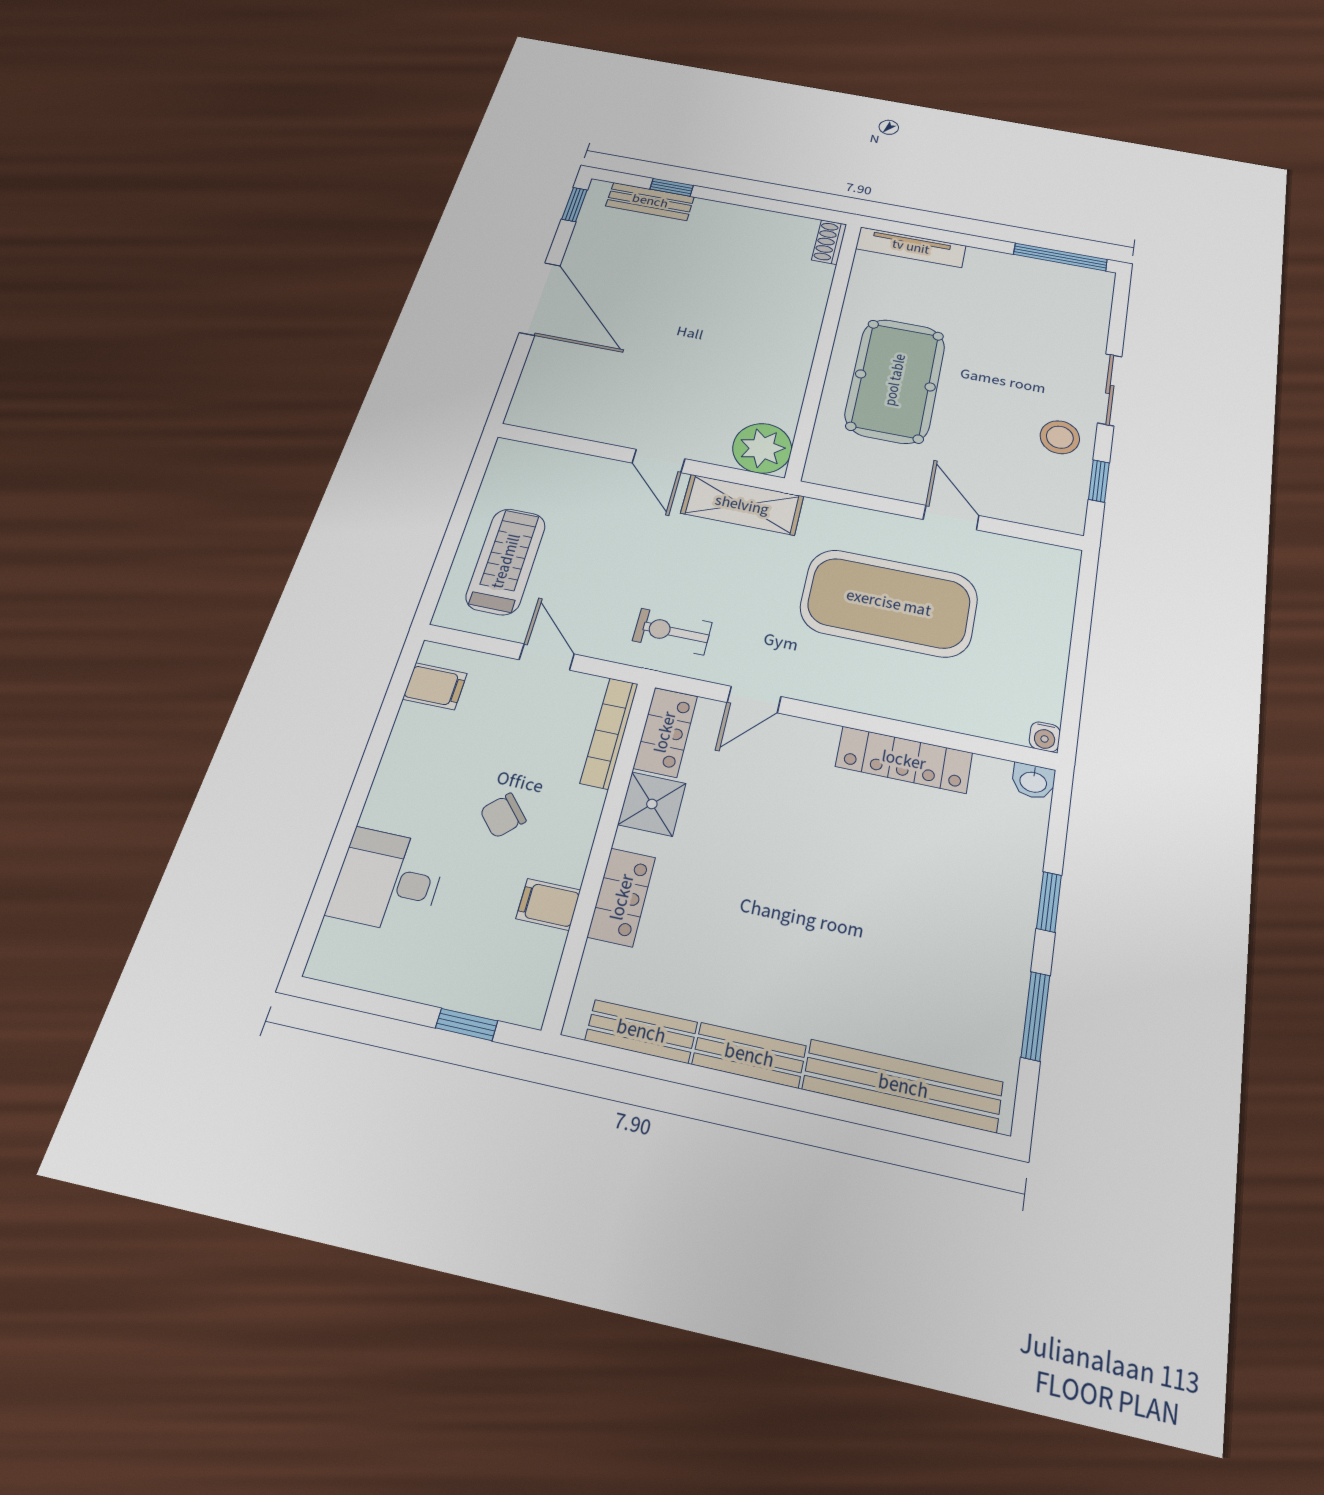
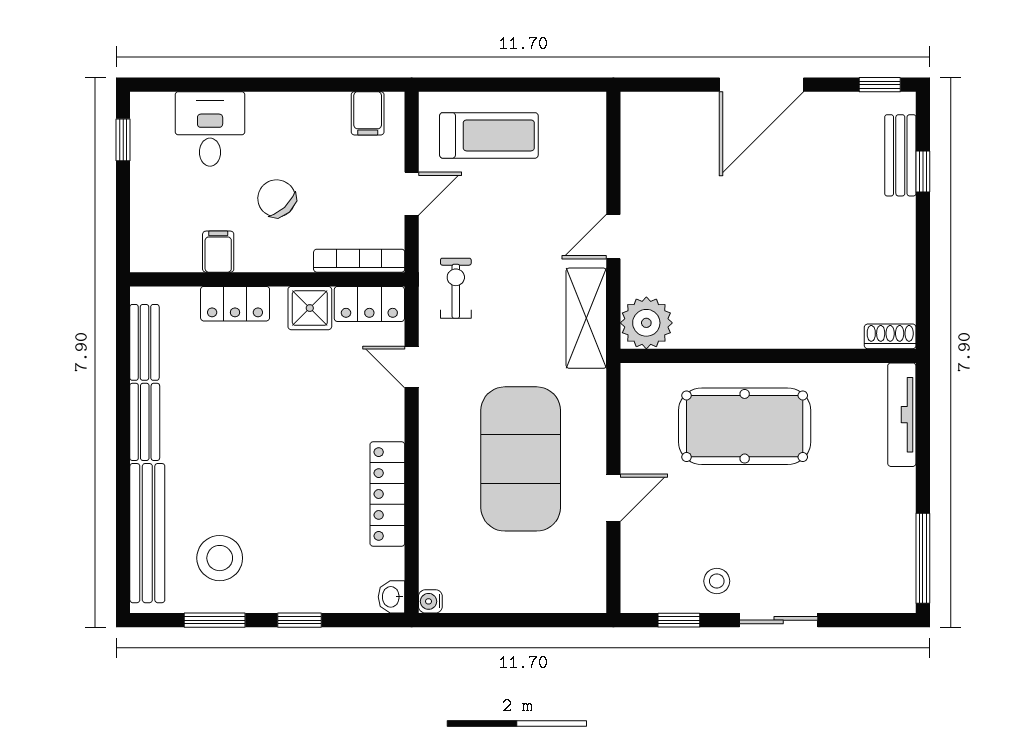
stool: (1060, 437) -> (717, 581), width x0.73, depth x0.73
chair: (503, 815) -> (277, 198), width x1.37, depth x1.37
stool: (952, 990) -> (220, 558), added
window: (467, 1024) -> (123, 140), moved

